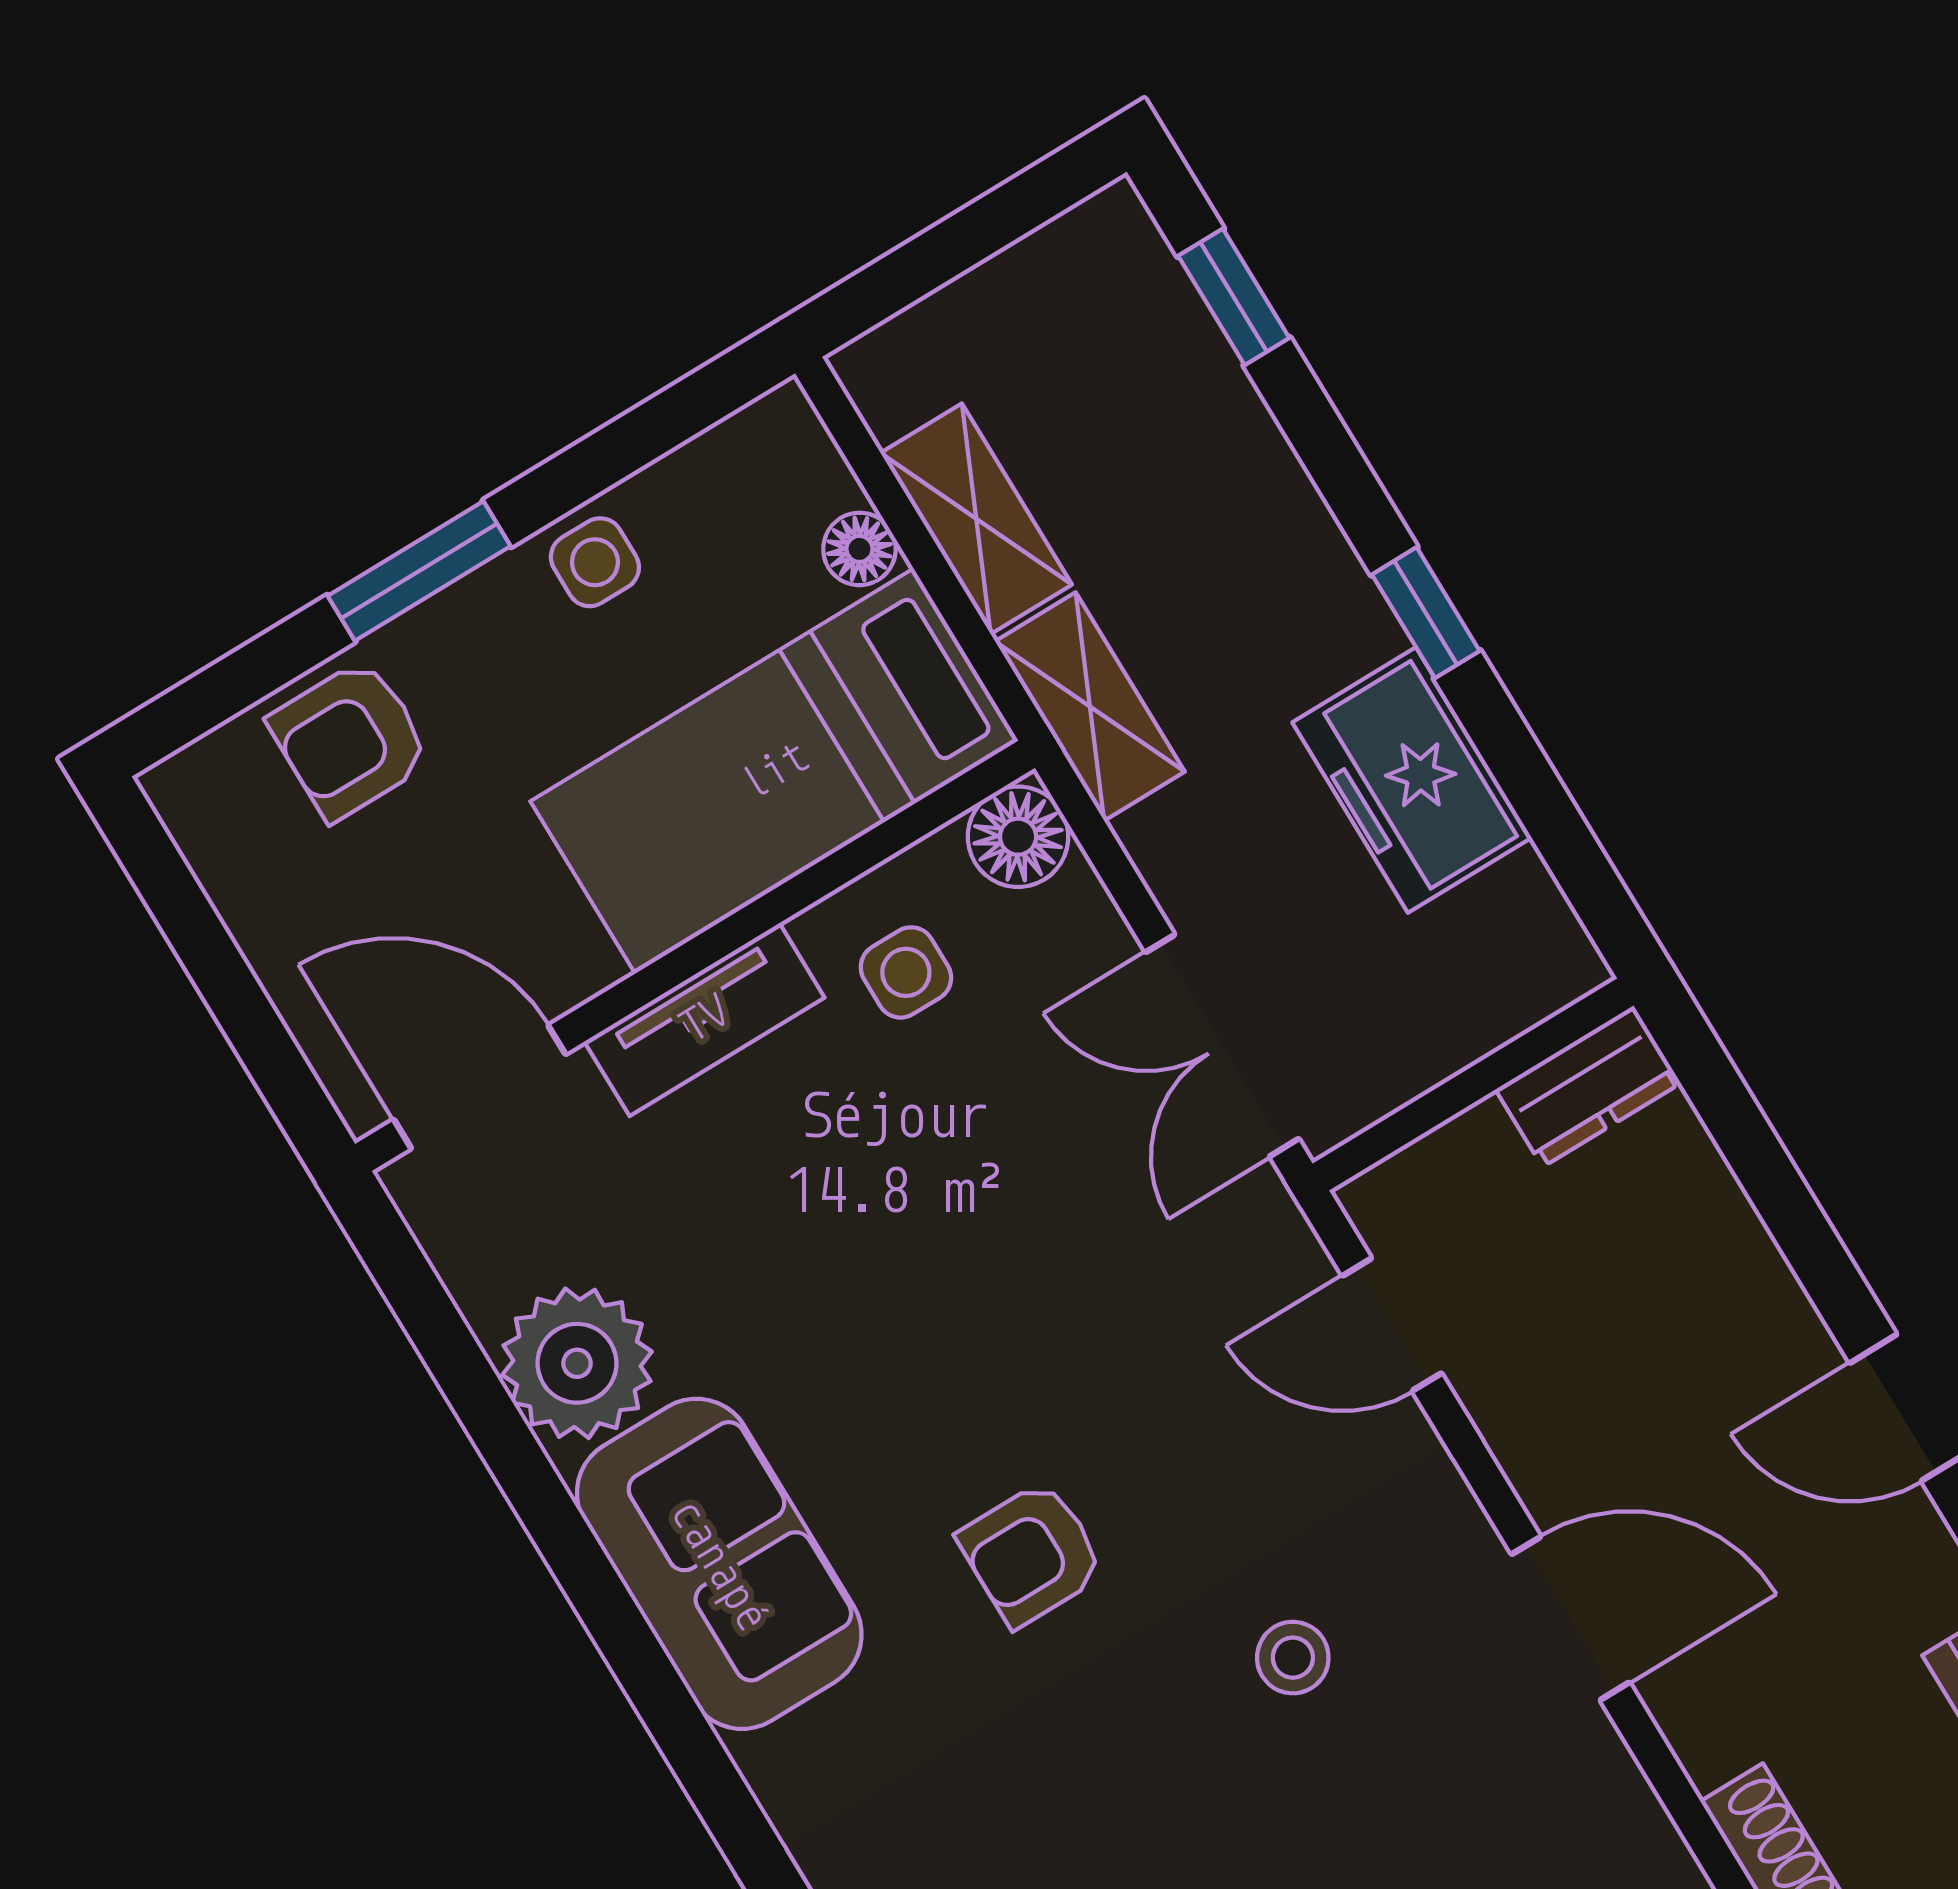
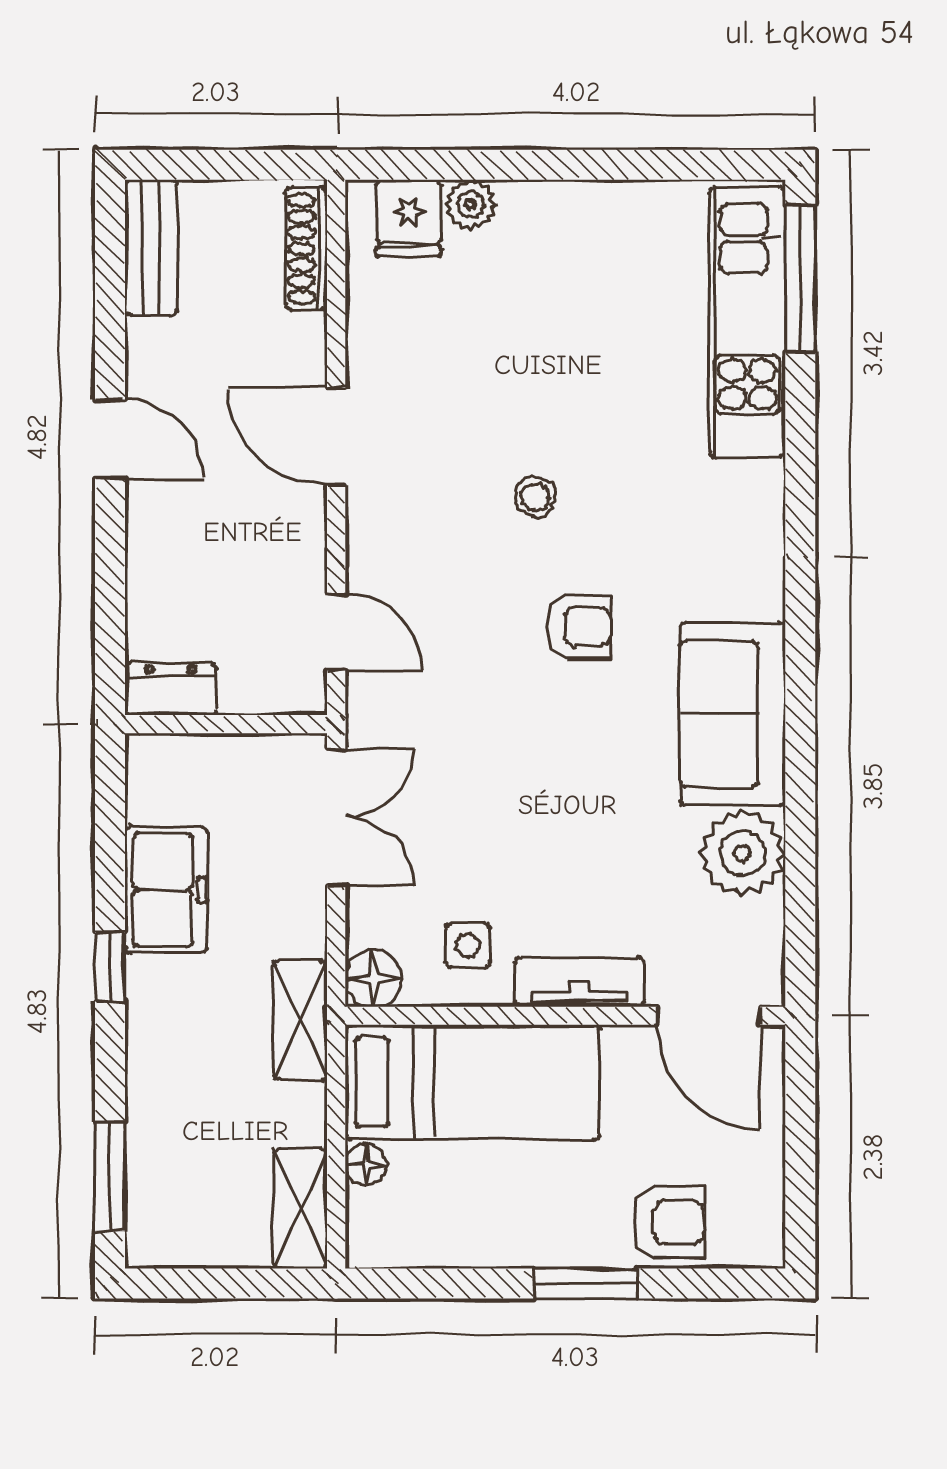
window: (1234, 297) -> (110, 1176), width x1.50
shelving: (976, 519) -> (300, 1208), moved
side table: (595, 562) -> (498, 1236), removed
stool: (1293, 1658) -> (535, 497), moved

